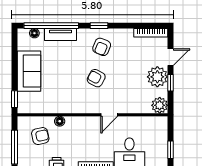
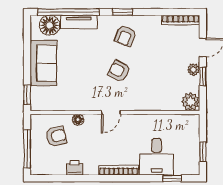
floor lamp: (34, 33) -> (50, 25), width x1.89, depth x1.89
plant: (157, 77) -> (193, 70), width x0.53, depth x0.53
door: (109, 115) -> (111, 112), moved

